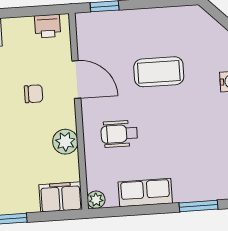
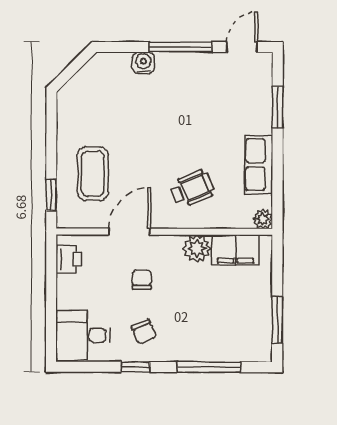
coffee table: (159, 72) -> (93, 174), moved
wheelchair: (119, 134) -> (192, 189), turned -113
filing cabinet: (61, 197) -> (235, 250), moved, turned -90

